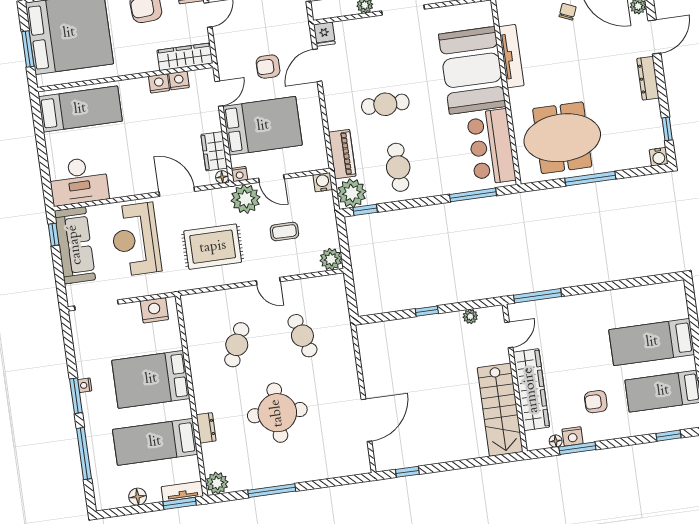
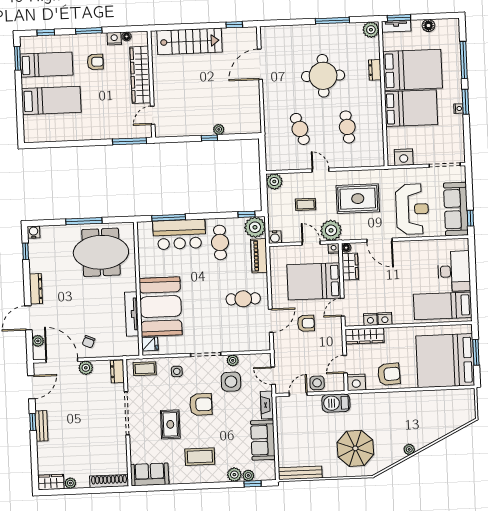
fridge: (324, 34) -> (150, 344), moved, turned 90
cafe table: (385, 104) -> (243, 299), moved
bar counter: (491, 147) -> (179, 234), moved, turned 90
desk: (79, 181) -> (454, 271), moved, turned 90
plant: (470, 316) -> (219, 129), moved
cafe table: (237, 345) -> (347, 127), turned -30
stairs: (500, 410) -> (189, 41), moved, turned 90
bed: (155, 442) -> (412, 70), width x1.50
window: (577, 448) -> (89, 31), moved

